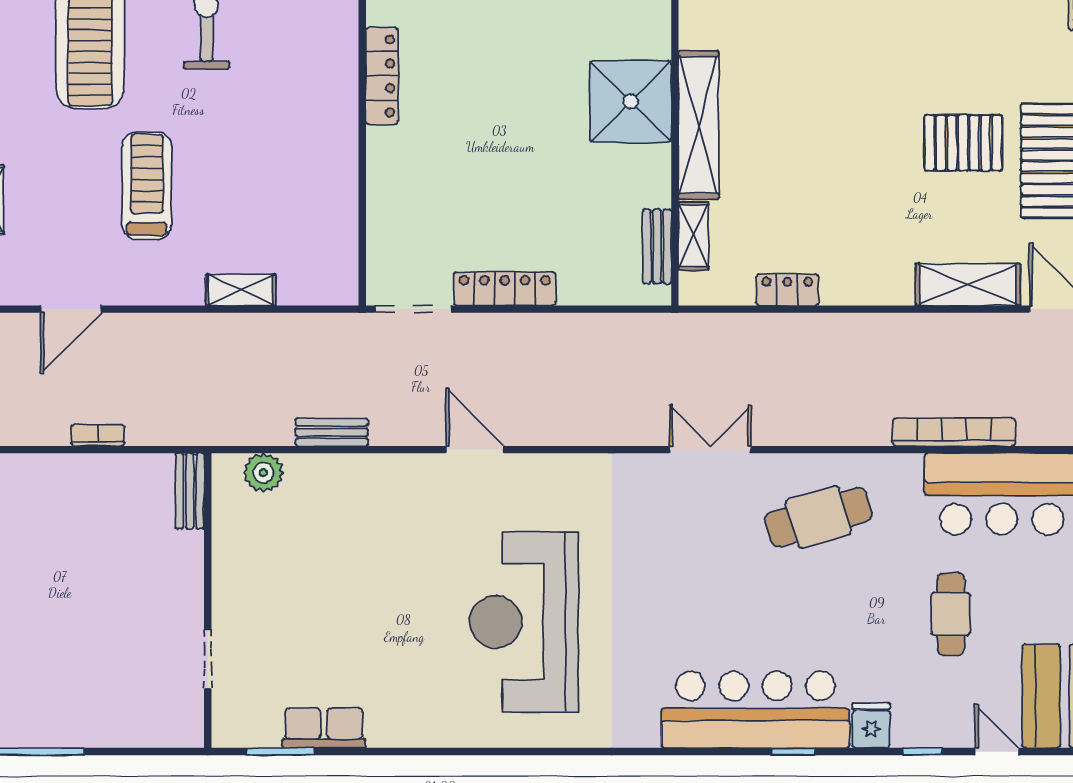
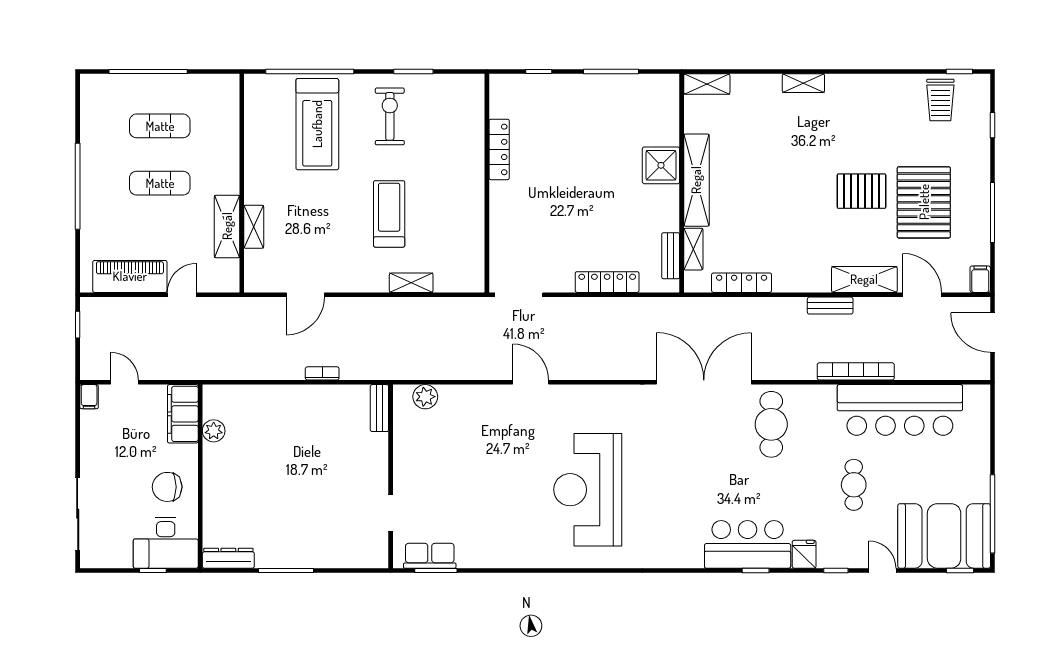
shower: (631, 101) -> (661, 165), width x0.73, depth x0.73
treadmill: (147, 186) -> (389, 214), moved
locker: (505, 289) -> (607, 282), moved
locker: (787, 290) -> (742, 283), width x1.53
bench: (332, 432) -> (830, 306), moved
door: (475, 450) -> (531, 382), moved
double door: (710, 450) -> (704, 382), width x1.87
cafe table: (818, 517) -> (771, 424), turned -74
bar counter: (755, 710) -> (748, 544), width x0.73
row of seats: (324, 728) -> (430, 556), moved

